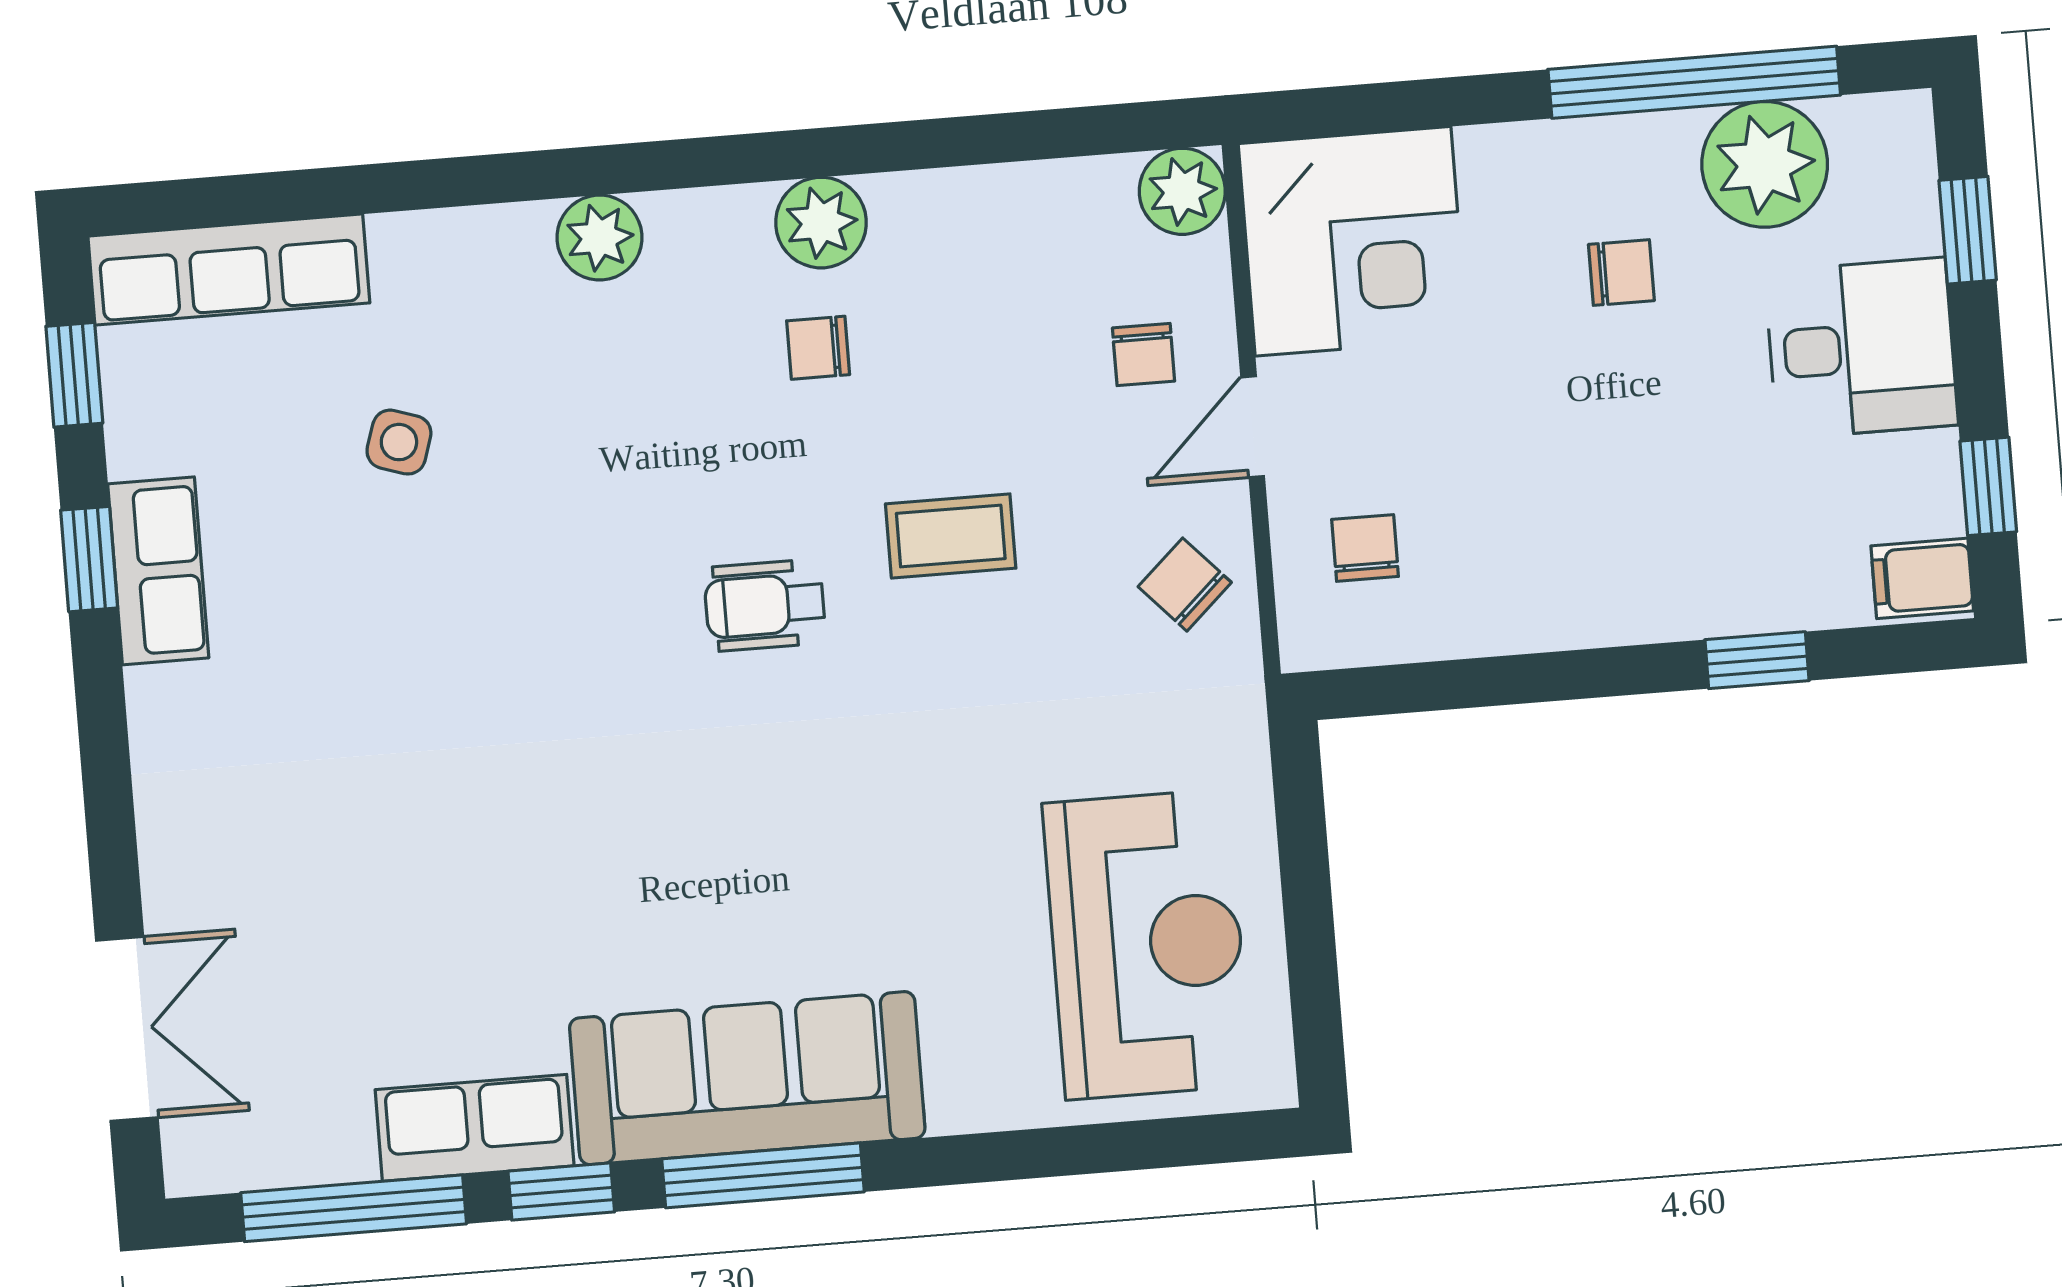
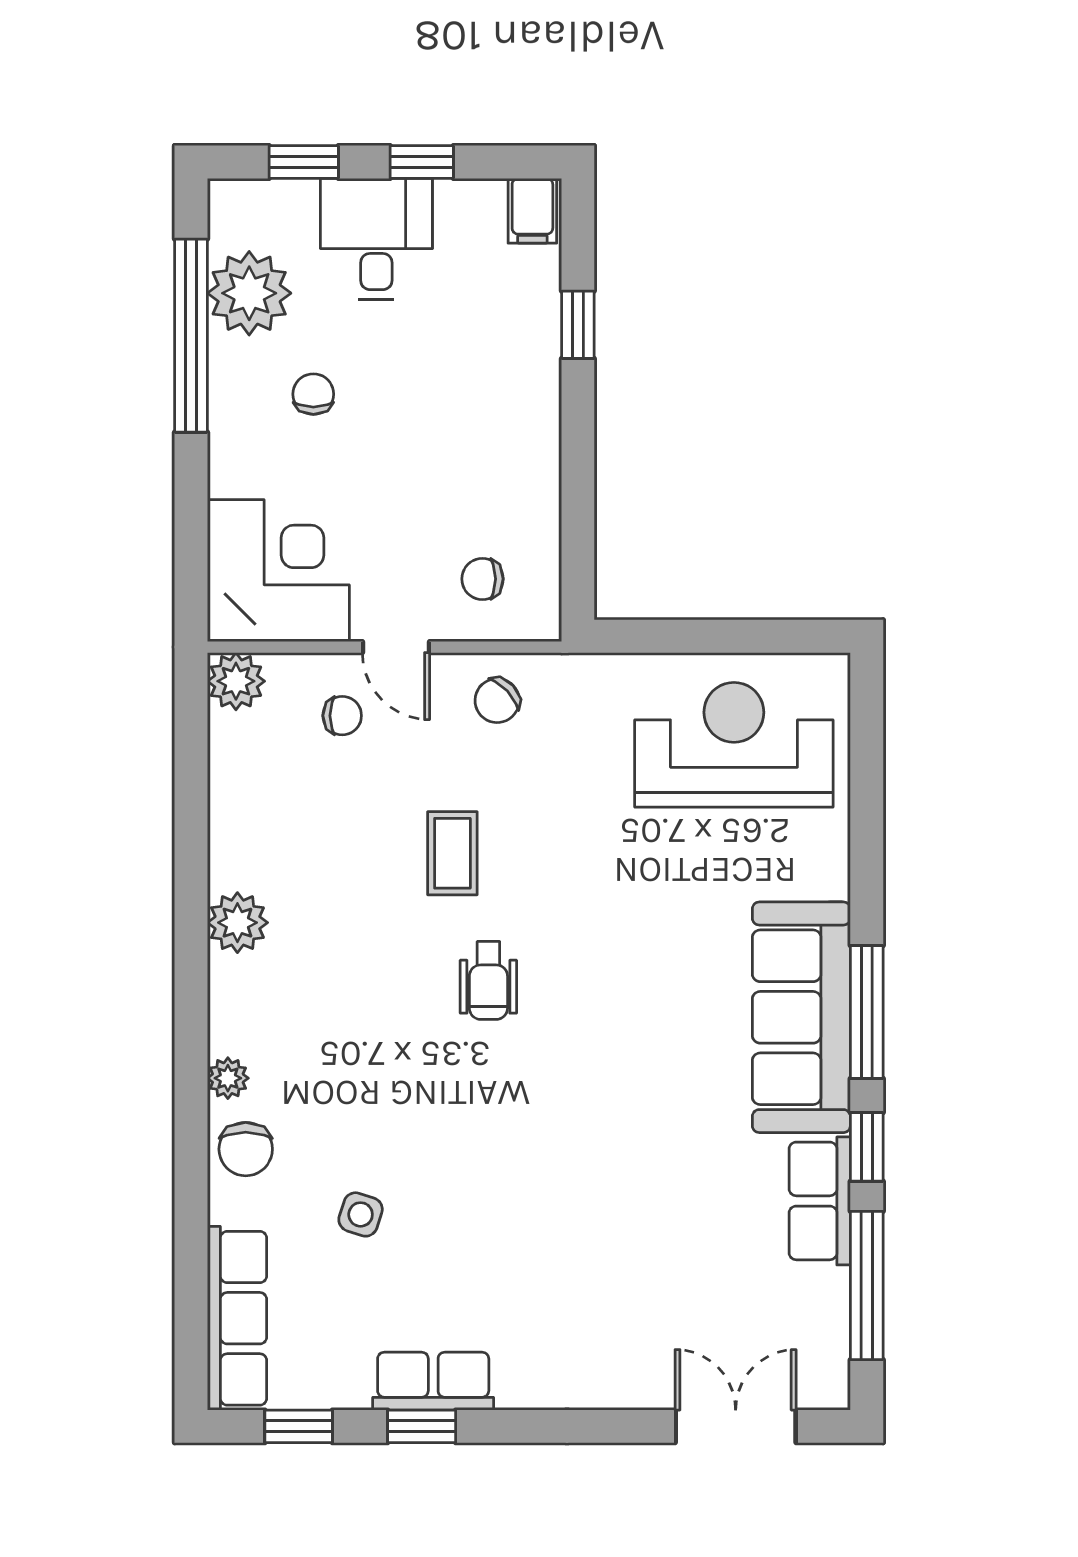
plant: (600, 238) -> (228, 1078), width x0.73, depth x0.73
chair: (818, 348) -> (246, 1149), moved, width x1.37, depth x1.37
window: (1988, 486) -> (422, 162), moved

